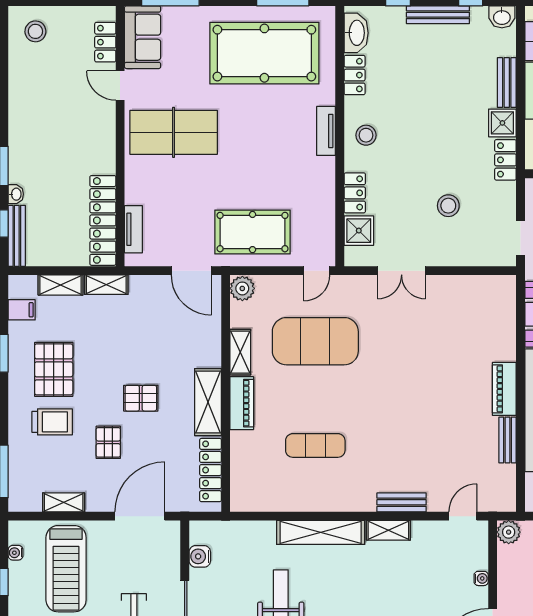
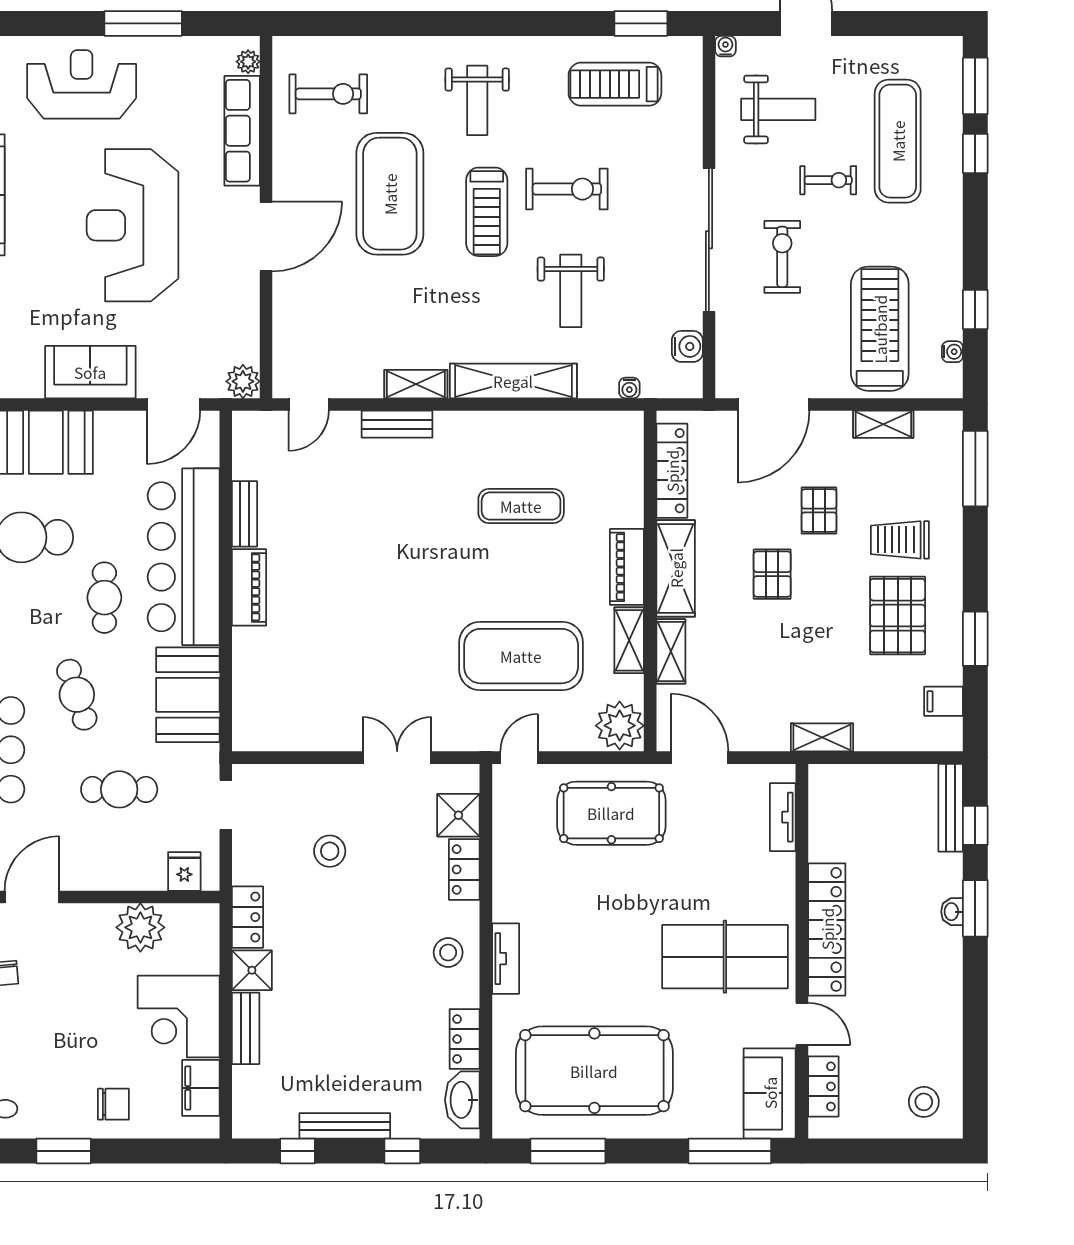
washbasin: (502, 17) -> (253, 1123), removed
washbasin: (16, 194) -> (952, 912), moved
locker: (103, 220) -> (827, 929), moved
shelving: (61, 285) -> (671, 651), moved, turned 90
plant: (242, 288) -> (620, 726), width x1.36, depth x1.36
pallet: (141, 398) -> (772, 574), turned 90
water cooler: (481, 578) -> (629, 388), moved, turned -90

